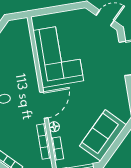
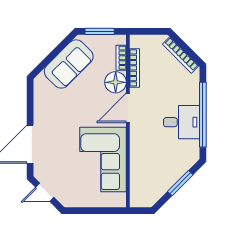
floor lamp: (54, 127) -> (116, 82), width x1.89, depth x1.89

